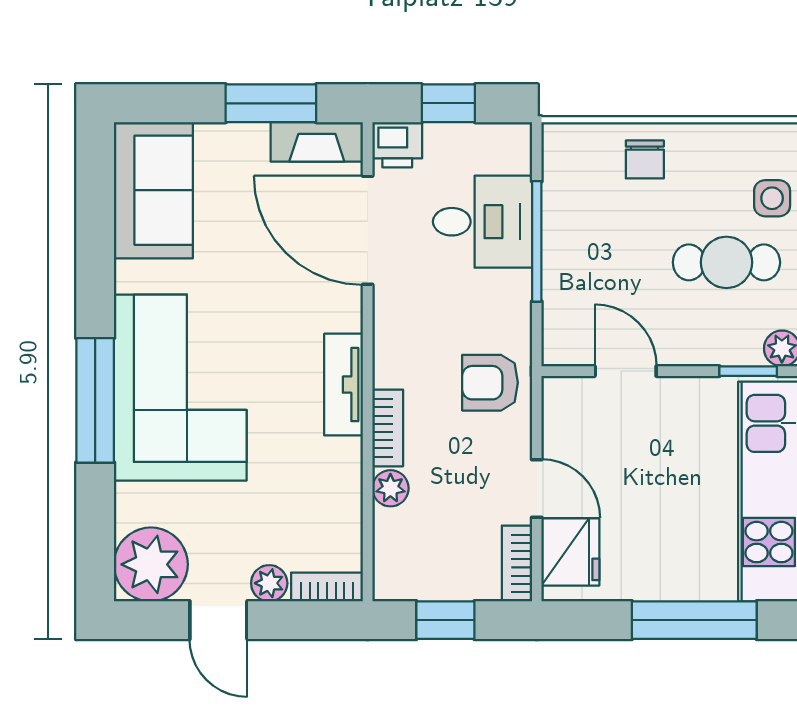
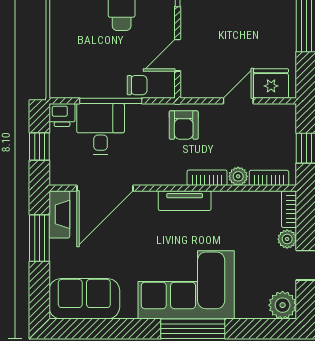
printer: (397, 145) -> (62, 115), moved, turned 90
chair: (645, 159) -> (137, 85), moved
bookcase: (517, 563) -> (269, 178), moved, turned 180
plant: (151, 564) -> (283, 305), width x0.73, depth x0.73

